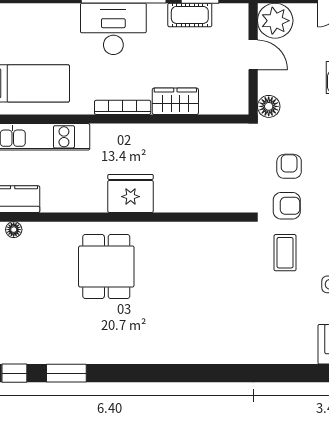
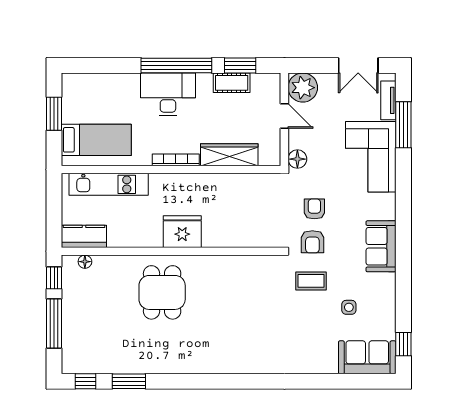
wardrobe: (175, 101) -> (229, 155), width x1.50
armchair: (287, 206) -> (312, 242), turned 90
coffee table: (285, 253) -> (311, 281), turned 90

